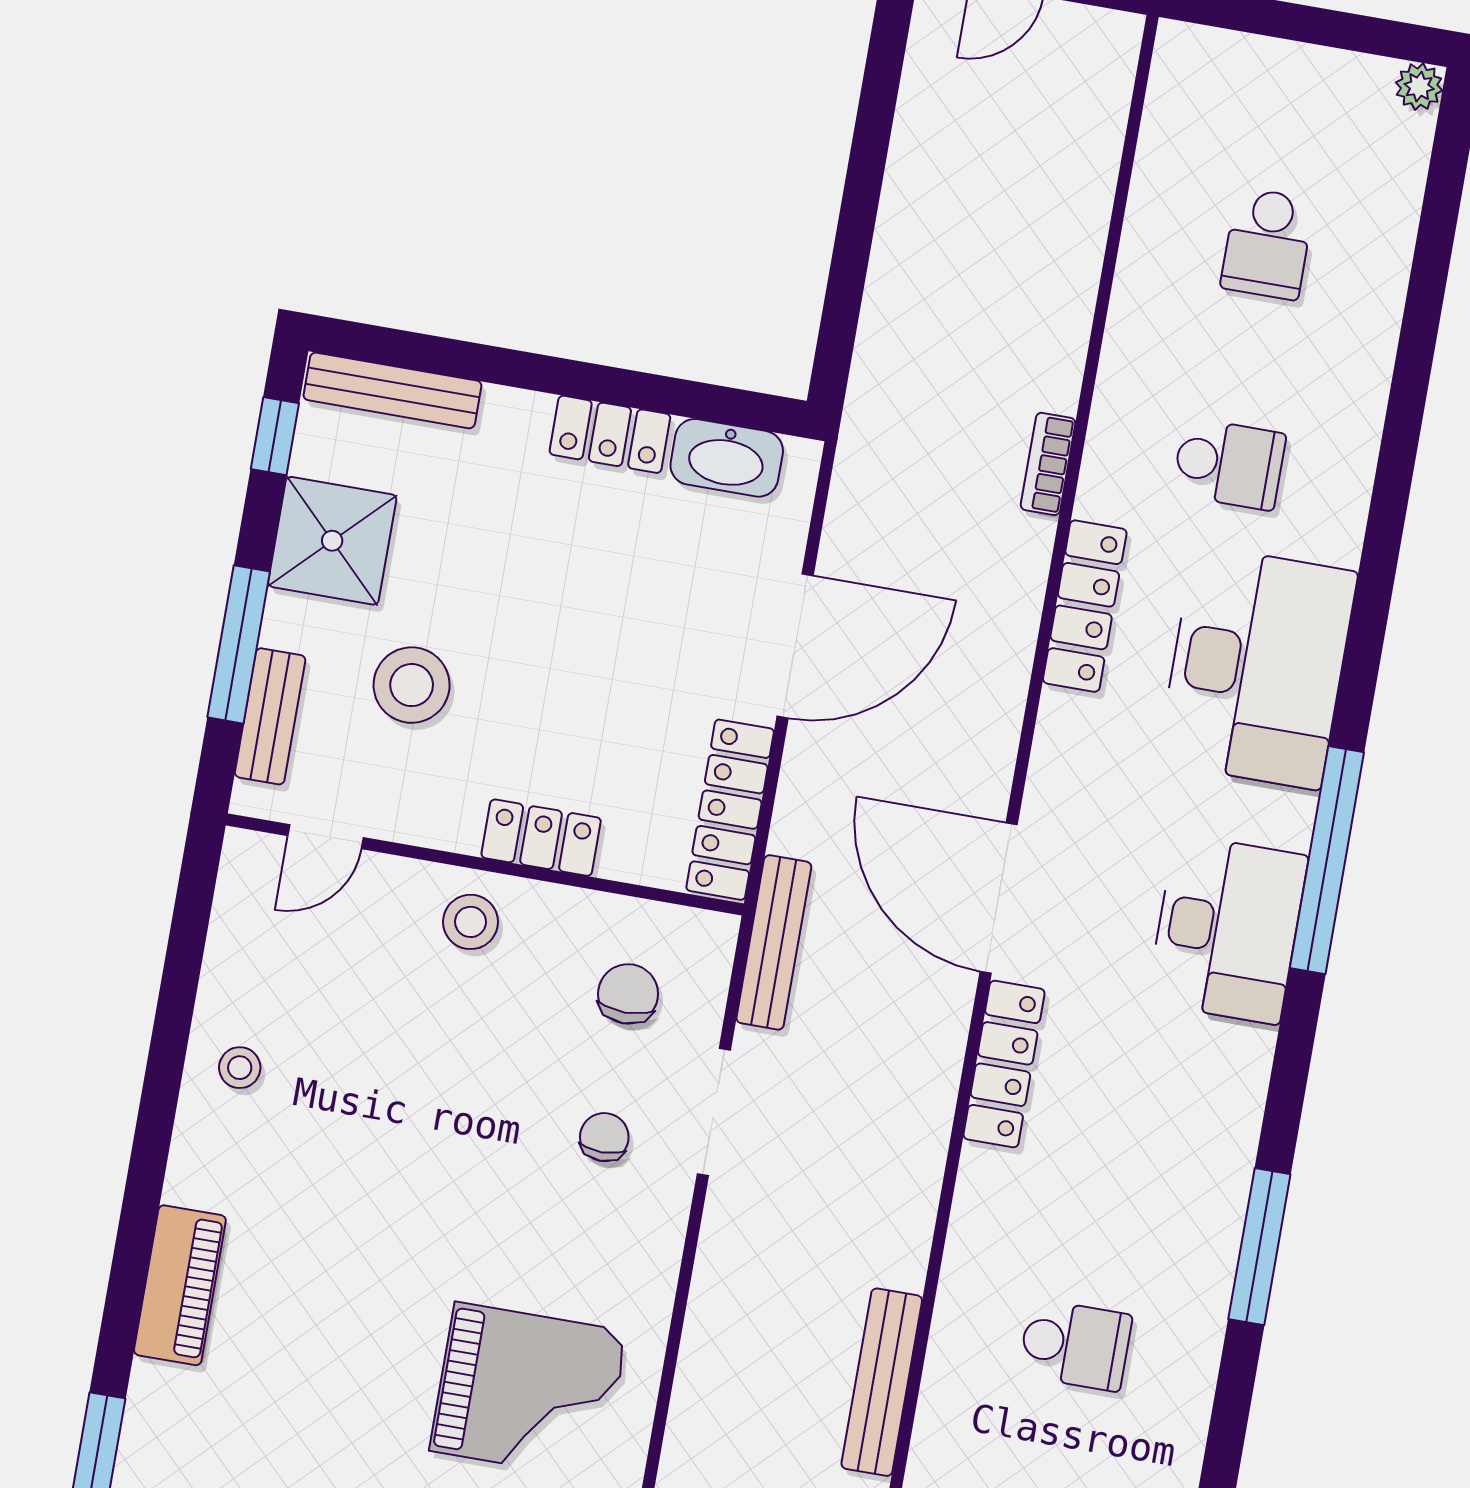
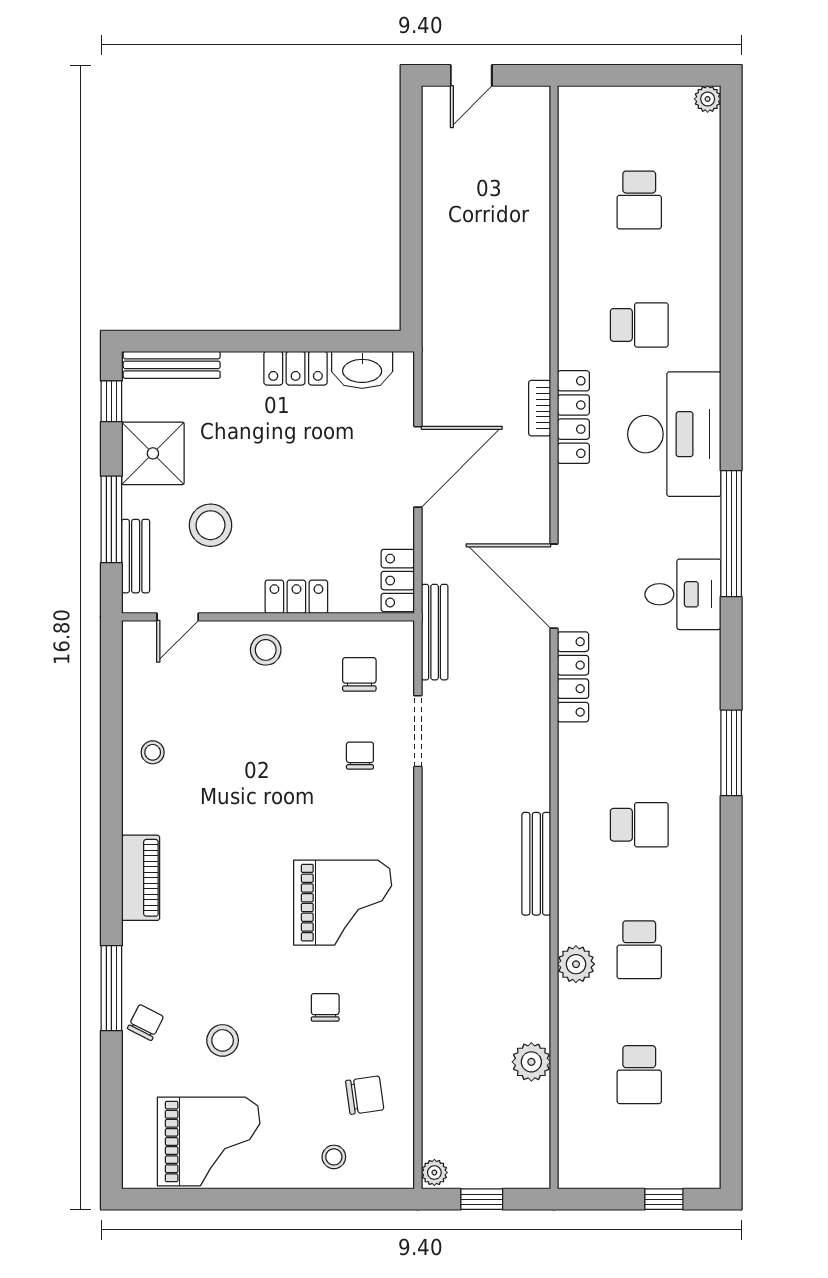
bookcase: (1048, 464) -> (540, 408), moved
locker: (730, 810) -> (398, 581), width x0.66
desk: (1227, 929) -> (683, 594), width x0.73

